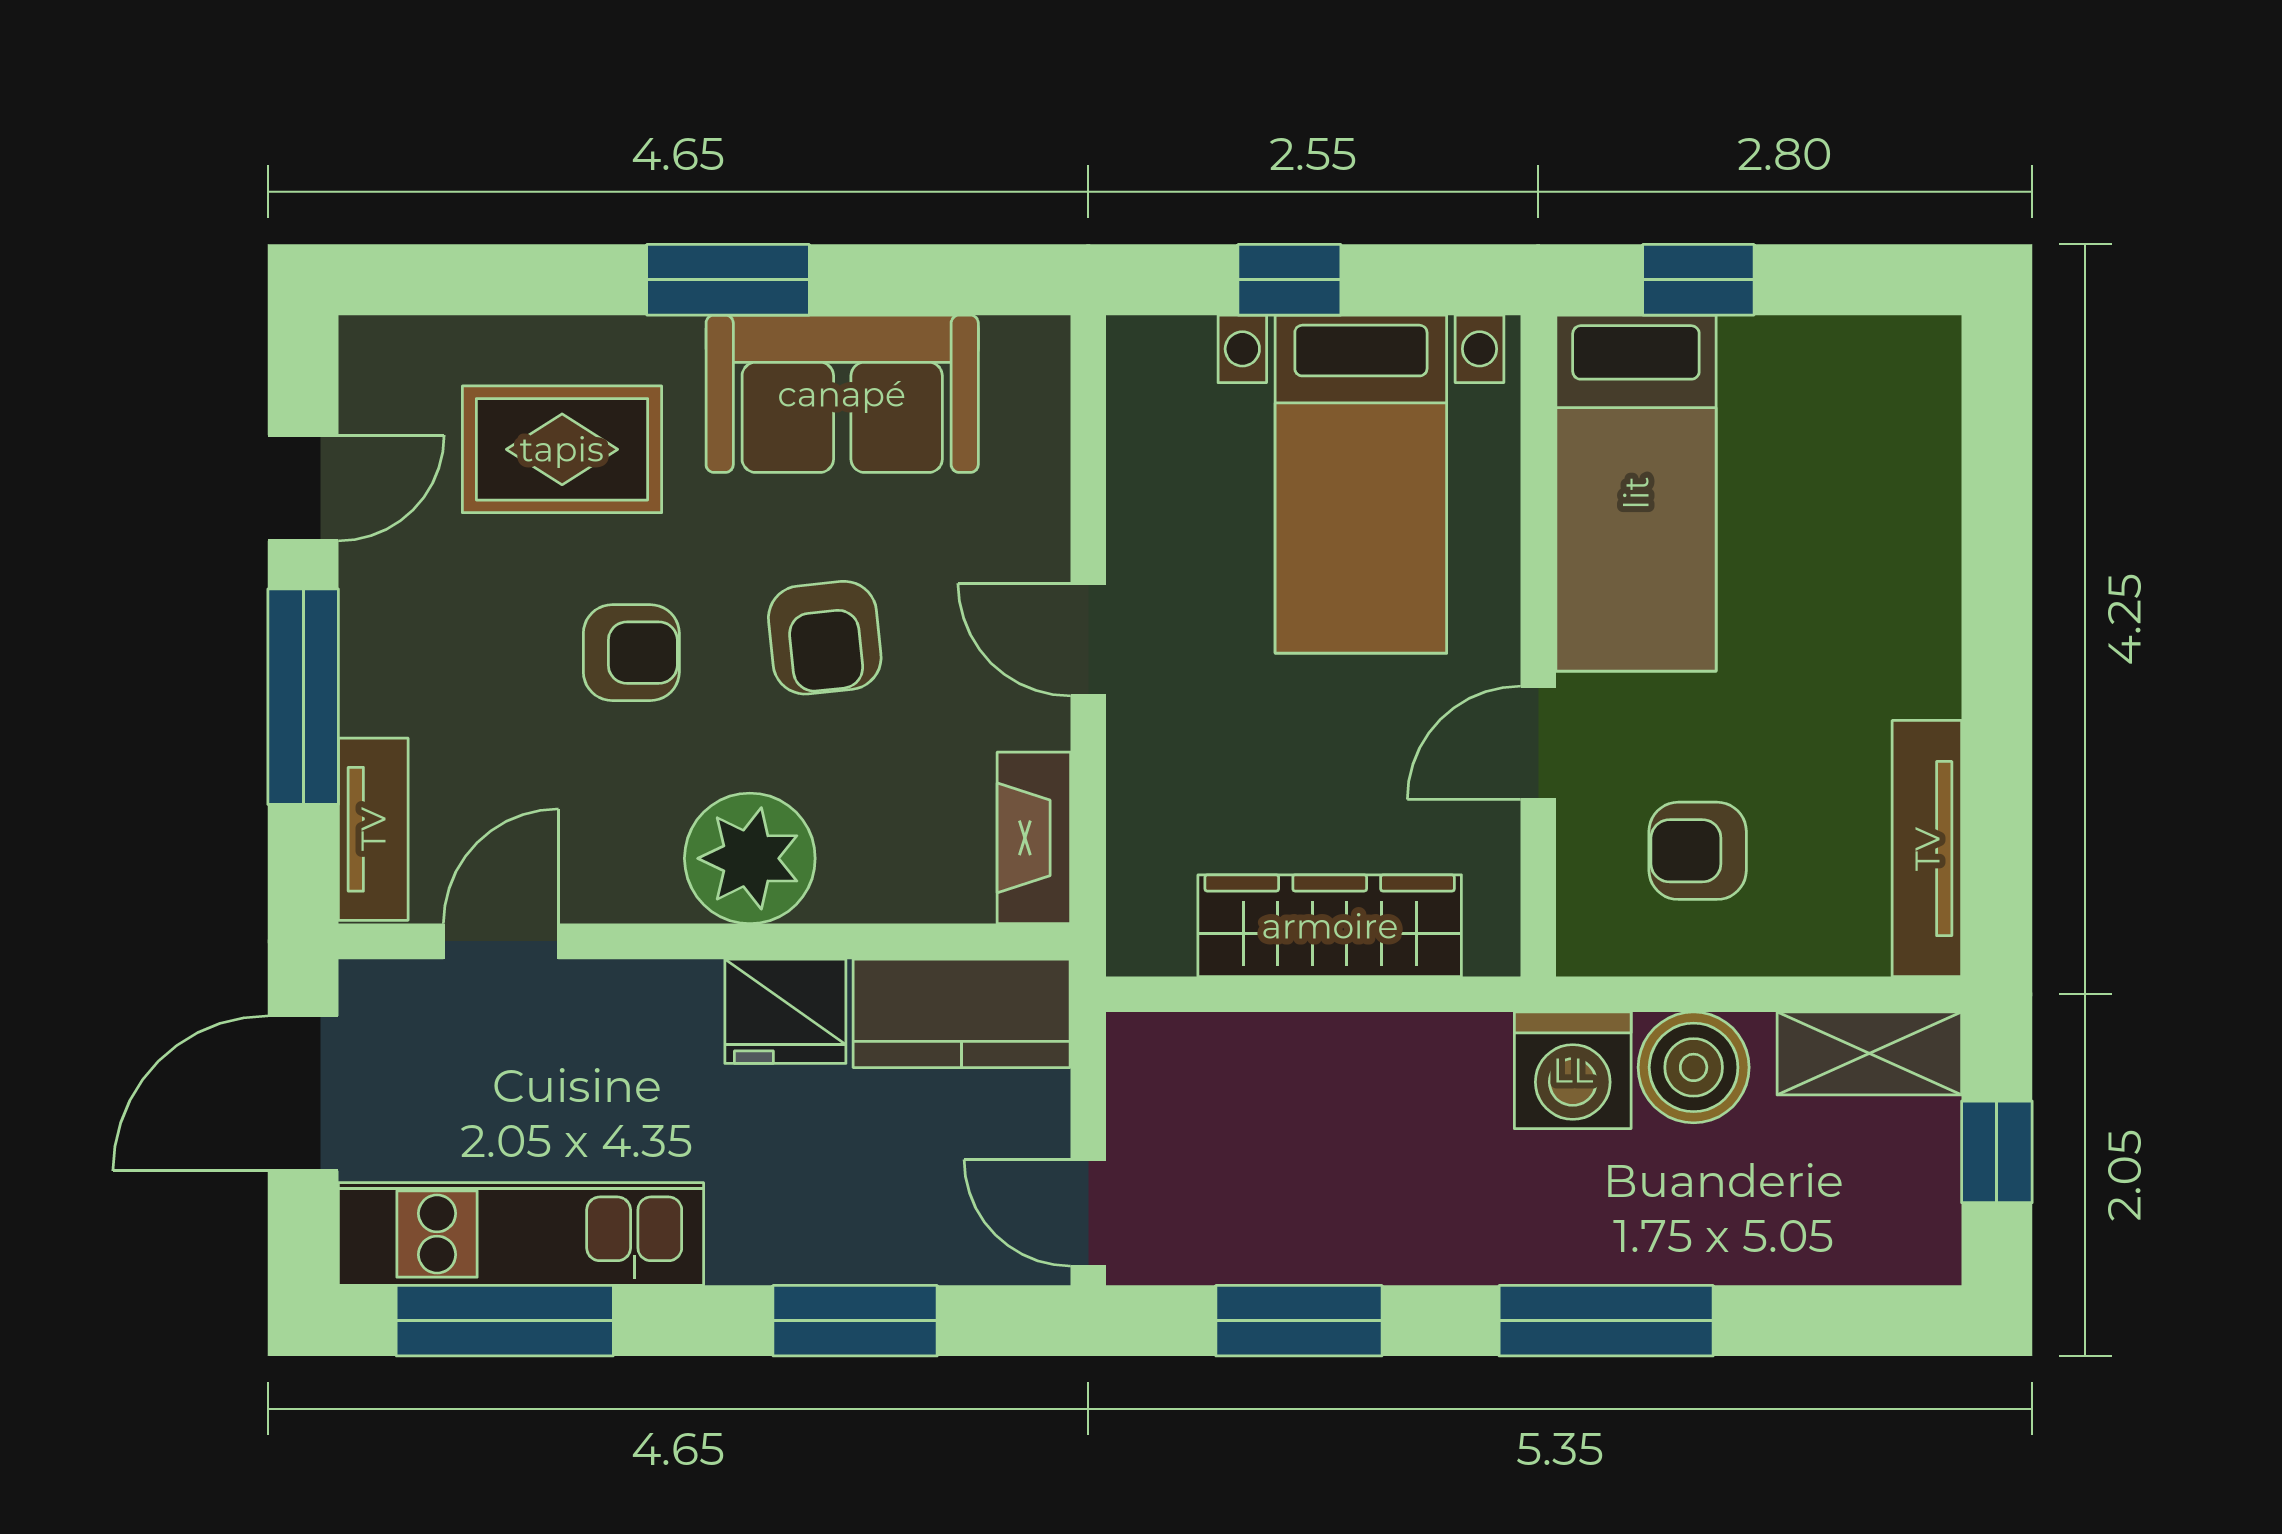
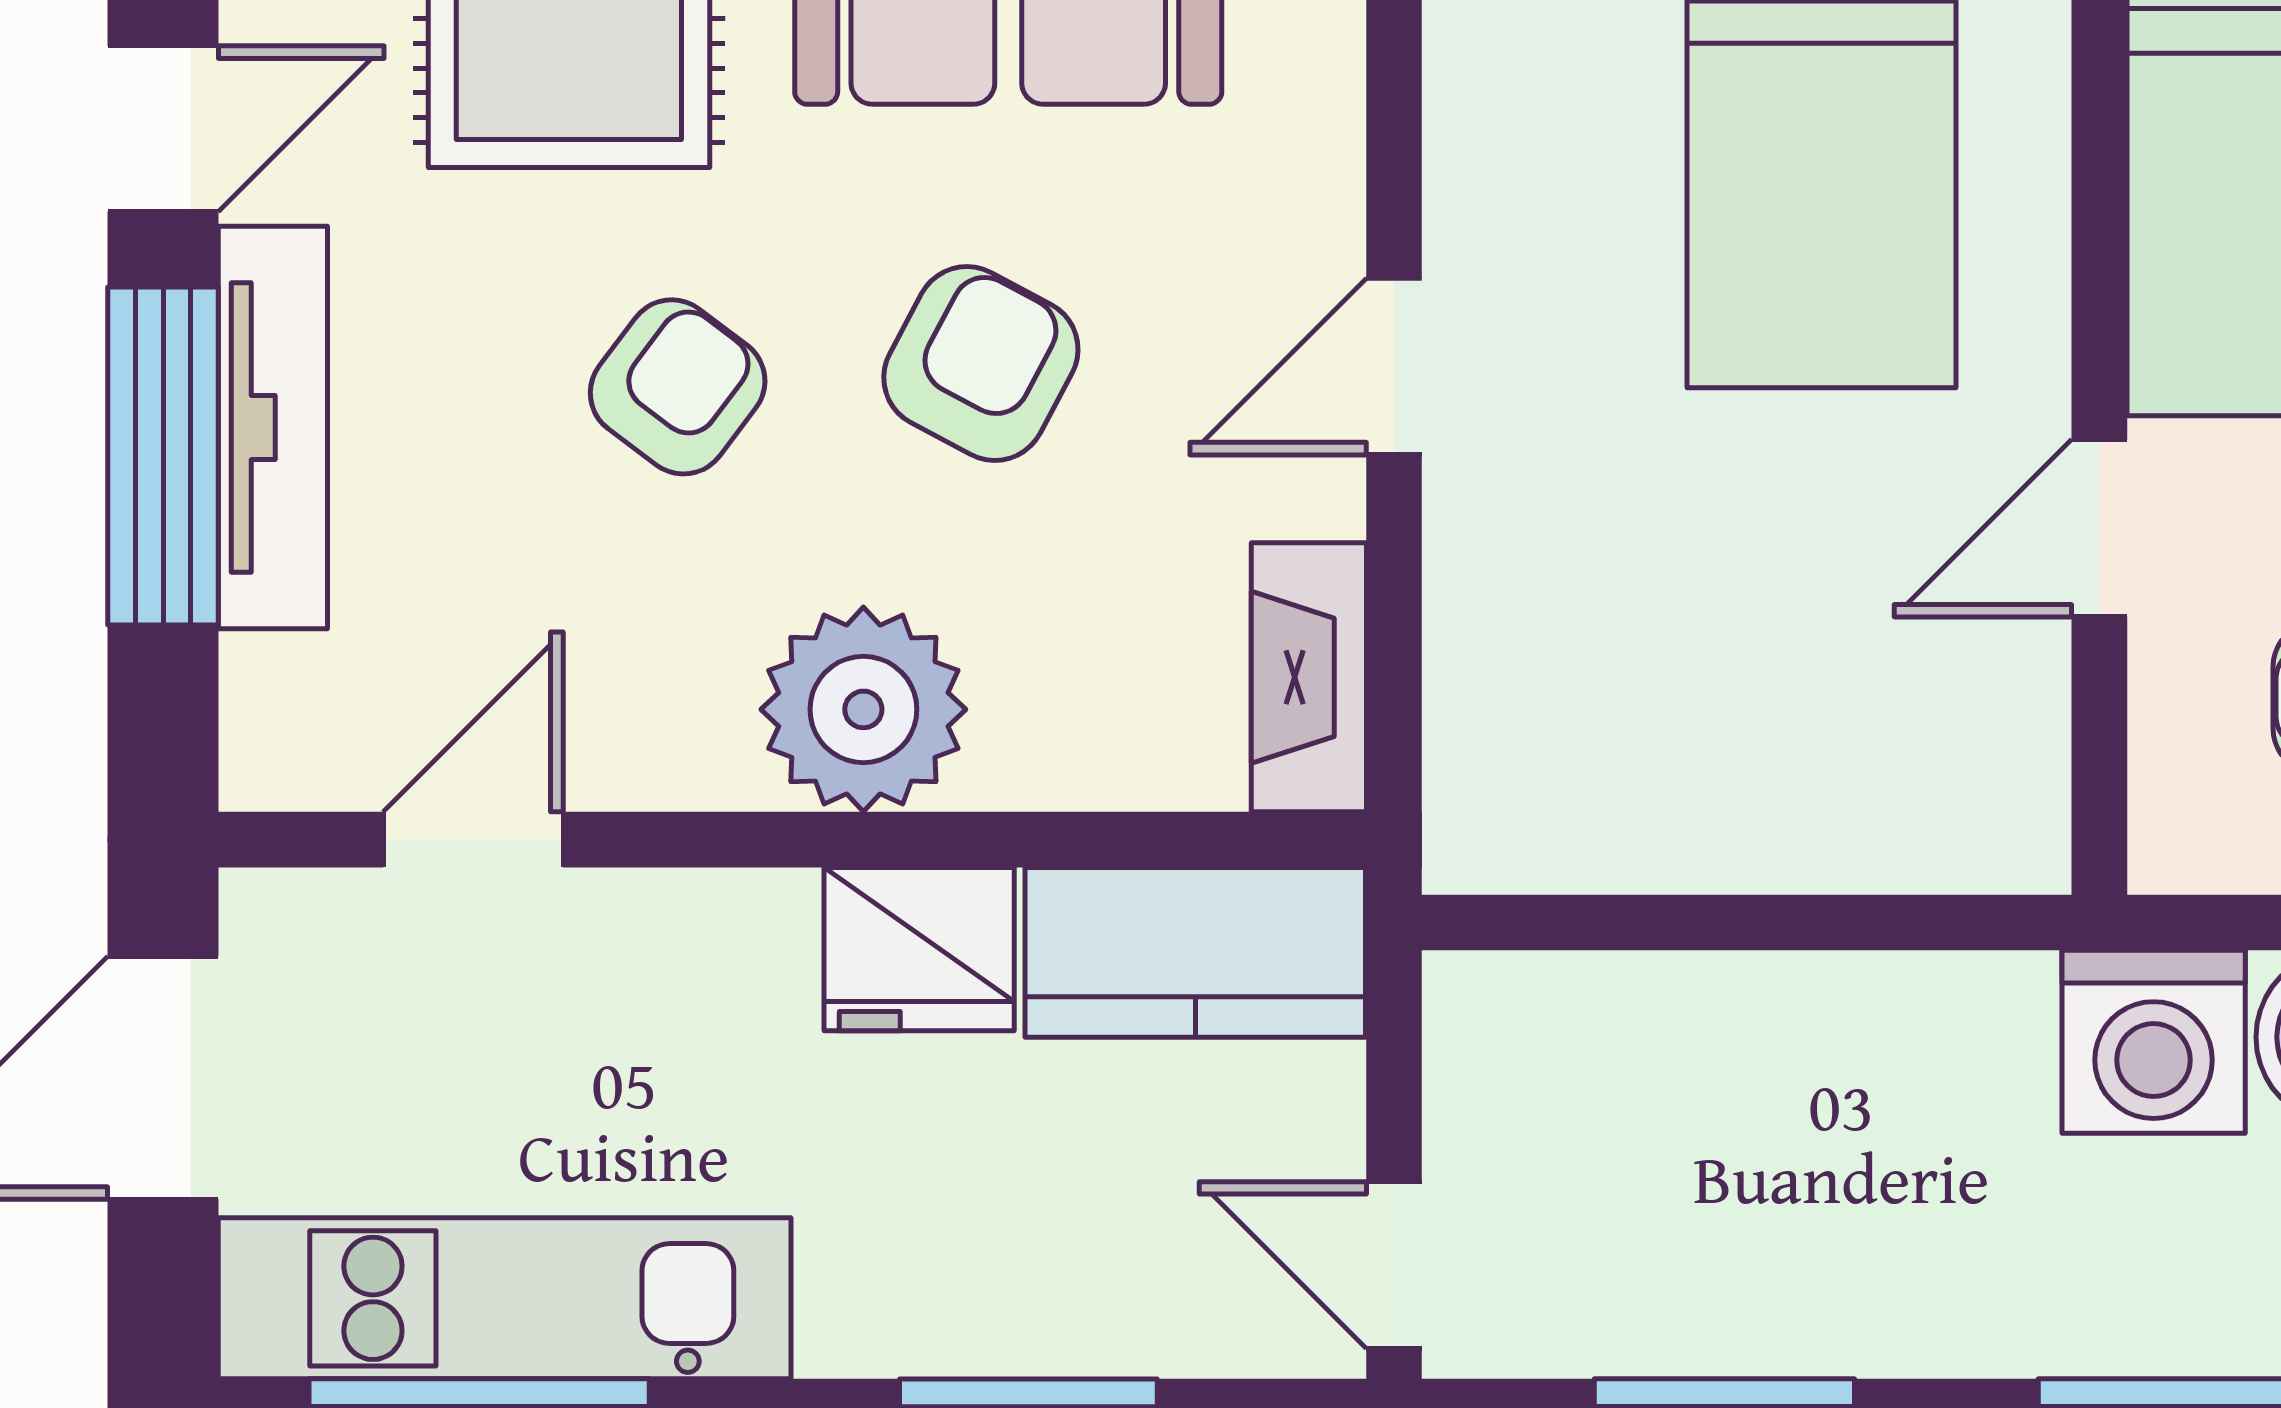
armchair: (825, 638) -> (981, 363), turned -146
door: (1088, 640) -> (1394, 367), hinge flipped
armchair: (631, 653) -> (678, 387), turned -53
tv unit: (373, 829) -> (273, 427), moved, width x1.41
wardrobe: (1330, 926) -> (1772, 815), removed

